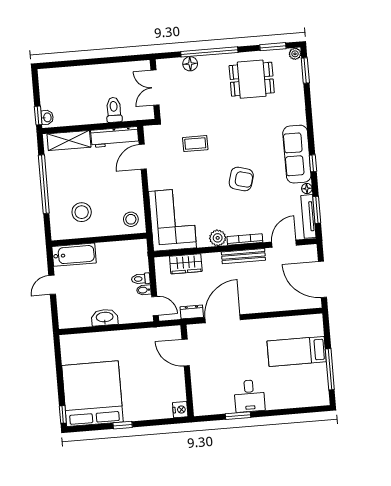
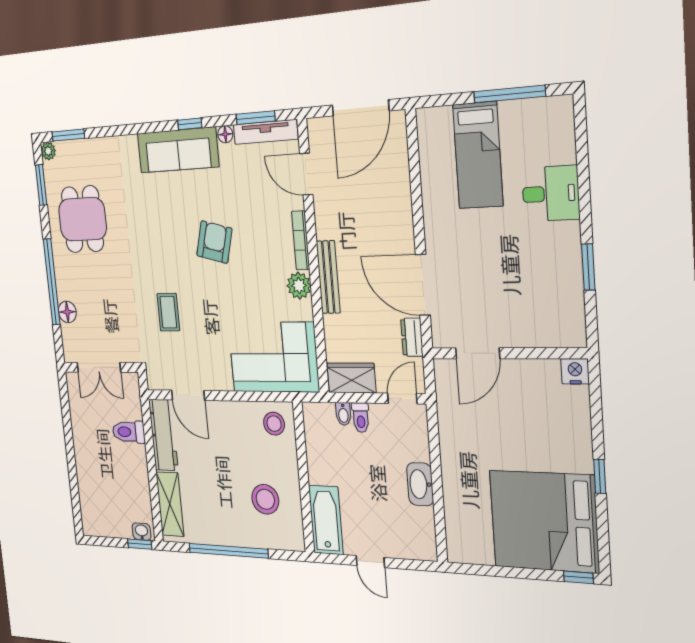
bench: (243, 256) -> (328, 277), moved
wardrobe: (186, 264) -> (351, 378), moved, turned -90
bidet: (144, 290) -> (343, 414), moved
desk: (249, 396) -> (551, 194), moved

